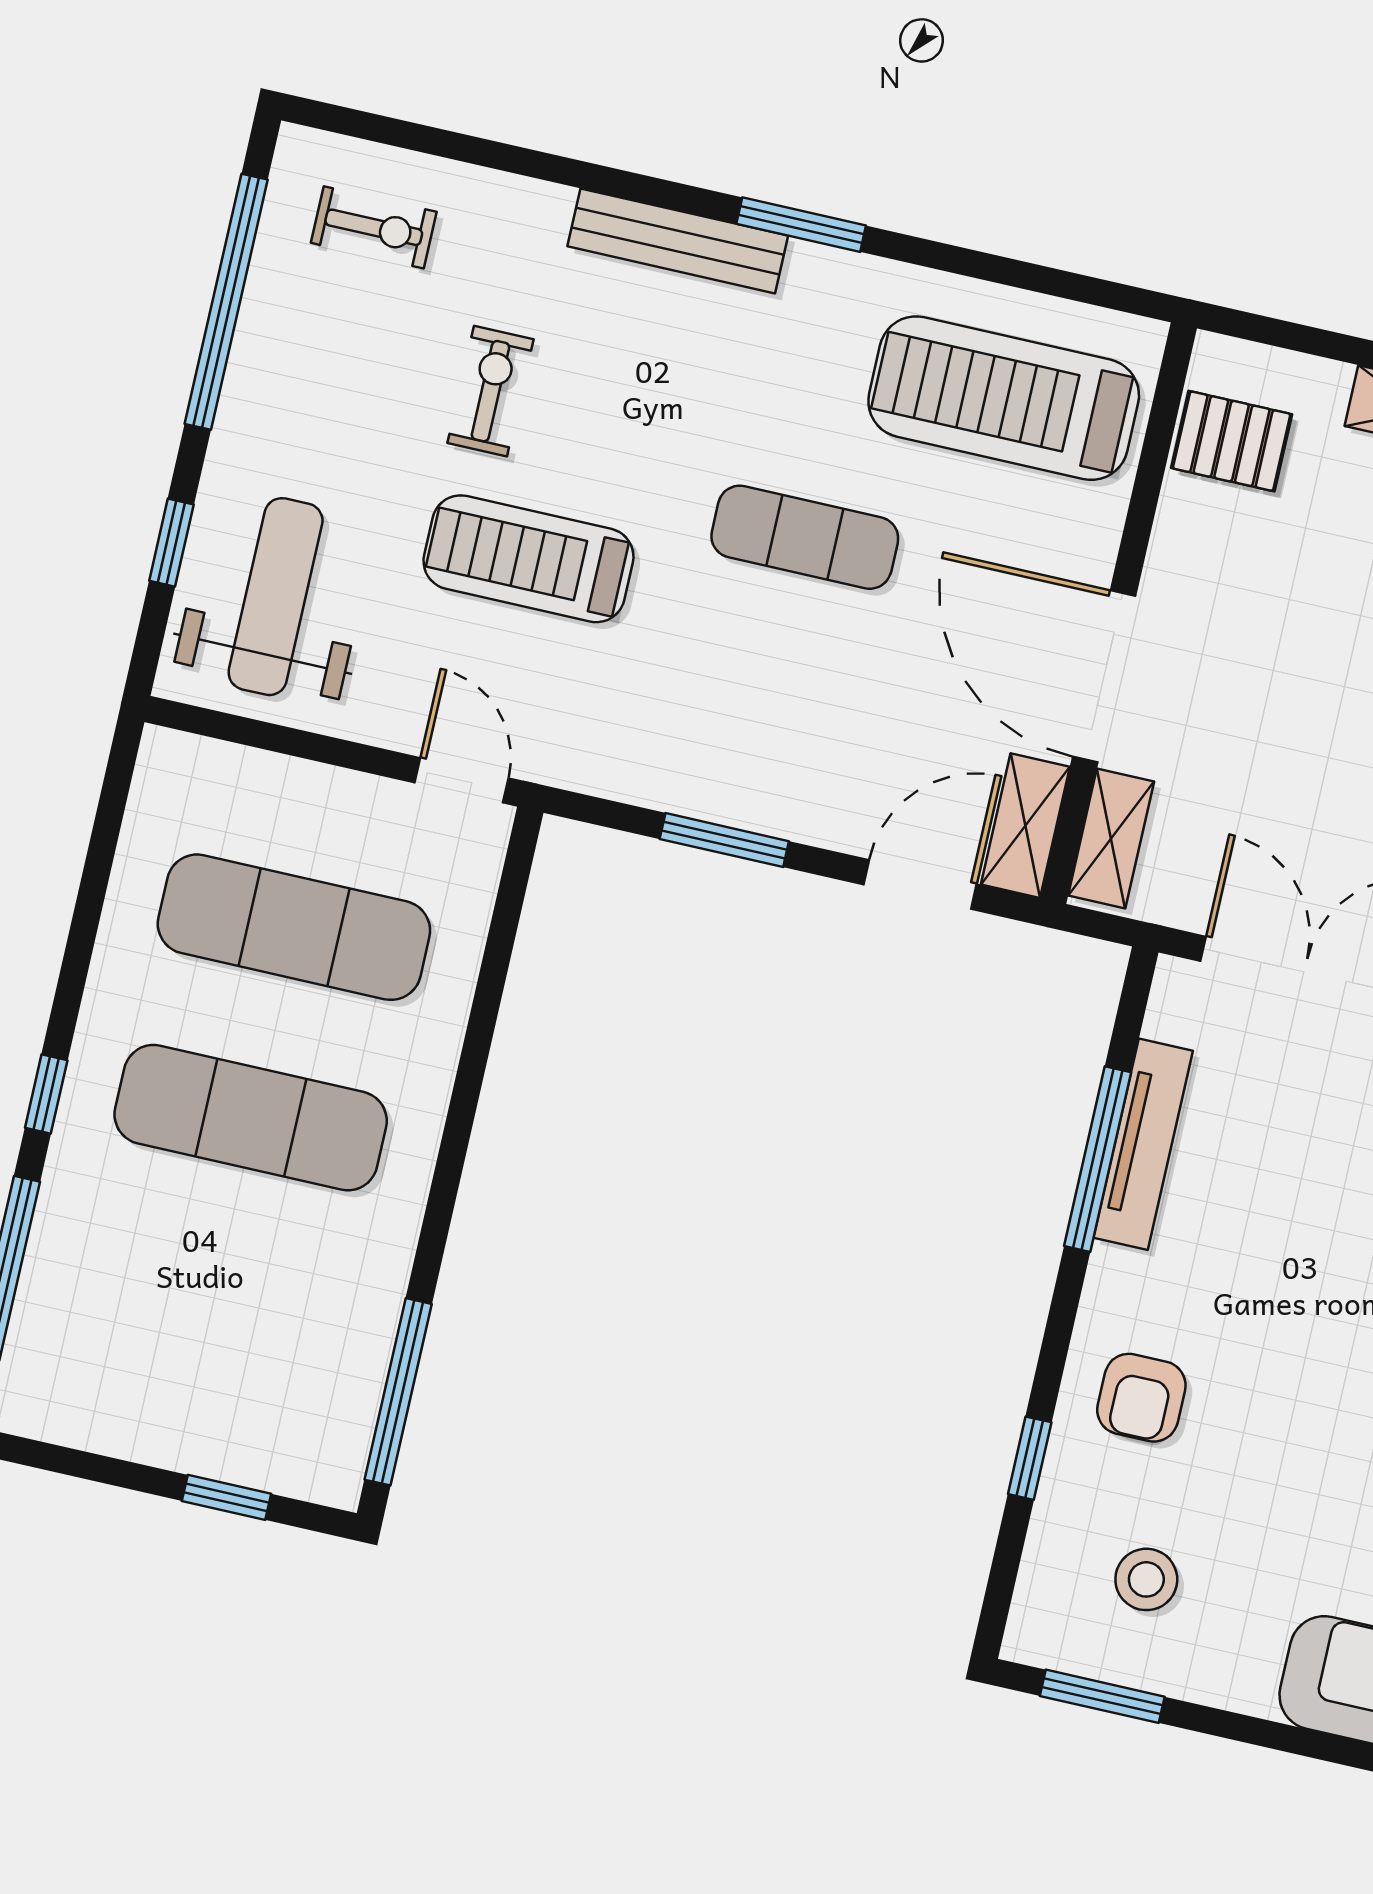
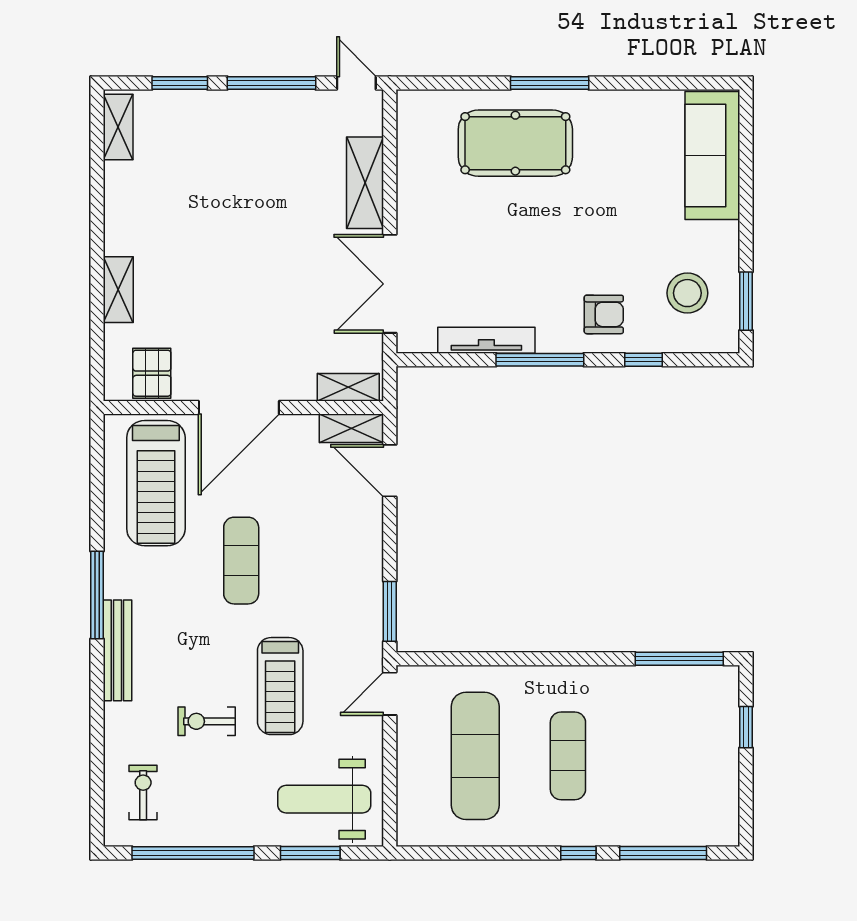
window: (801, 225) -> (97, 595), width x1.44
window: (171, 543) -> (310, 853), width x1.50
door: (1104, 676) -> (239, 407), moved
window: (724, 840) -> (390, 611), moved
exercise mat: (251, 1118) -> (568, 756), width x0.73, depth x0.69
window: (1098, 1159) -> (540, 360), moved
stool: (1146, 1579) -> (687, 293), width x1.38, depth x1.38

